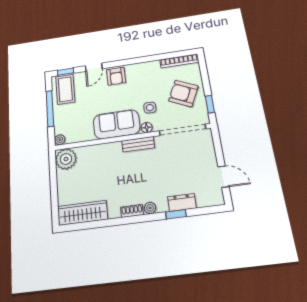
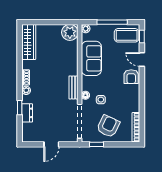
armchair: (116, 76) -> (131, 77), turned -90
sofa: (117, 124) -> (91, 58), moved
door: (223, 177) -> (51, 144), moved

